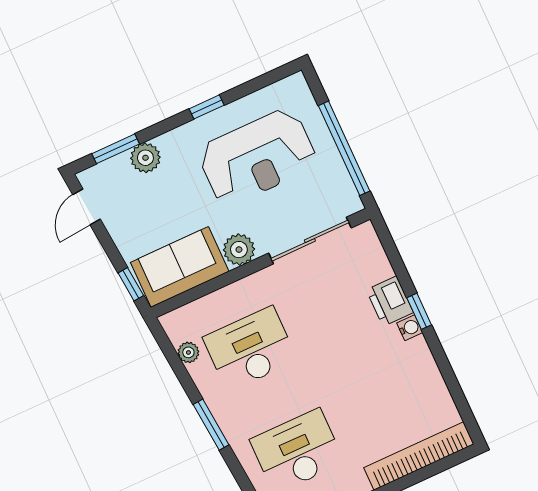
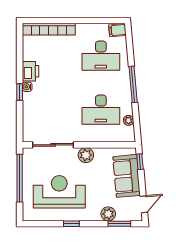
sofa: (180, 267) -> (127, 176), moved, turned 85
printer: (390, 301) -> (30, 71), moved
window: (211, 425) -> (133, 84), width x1.44

